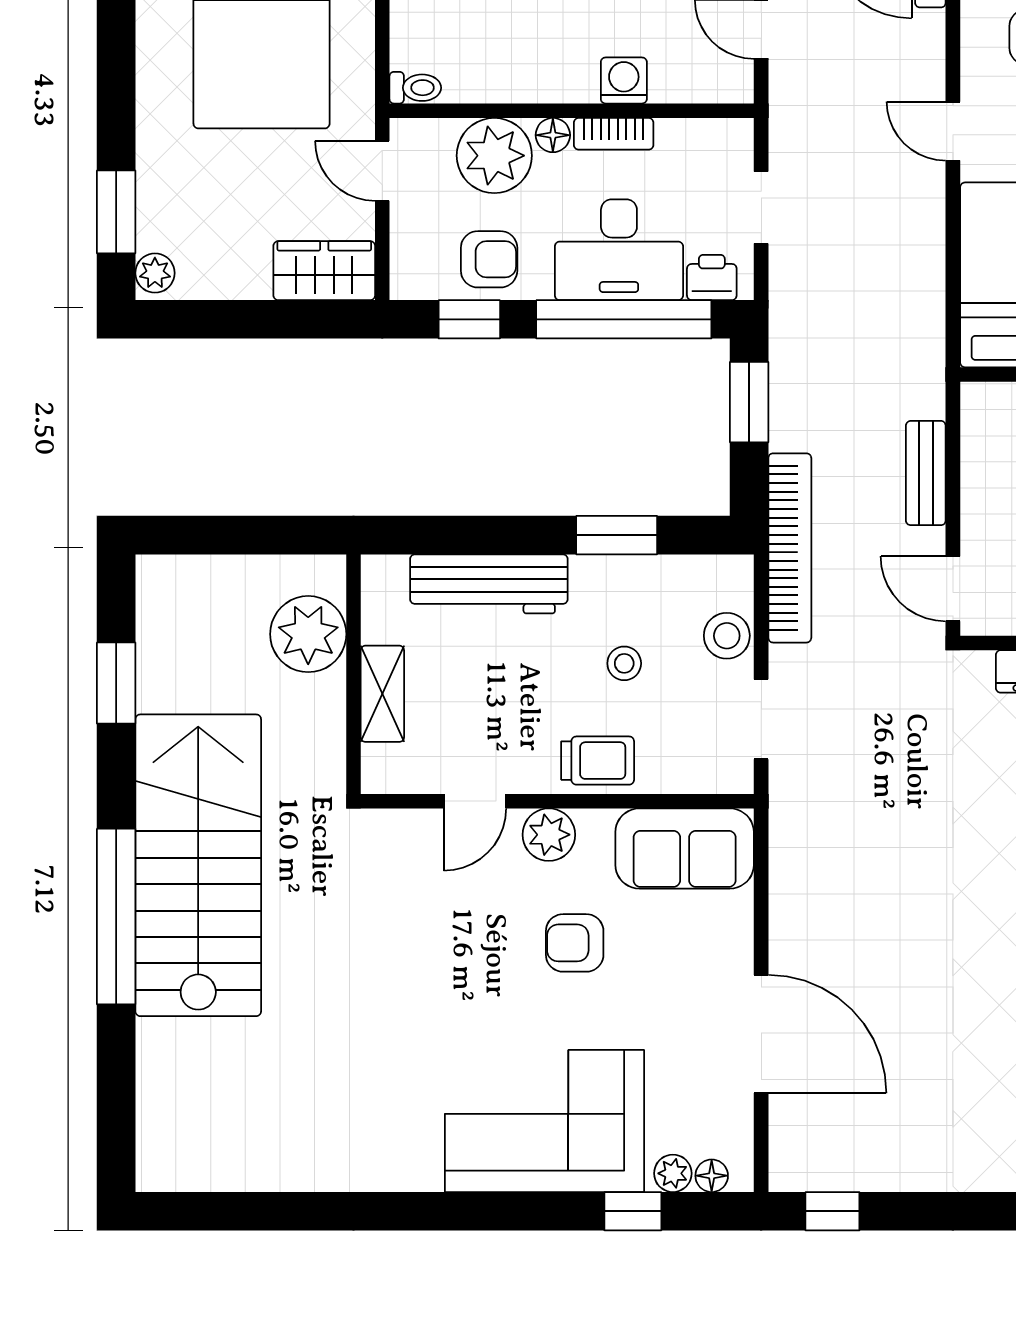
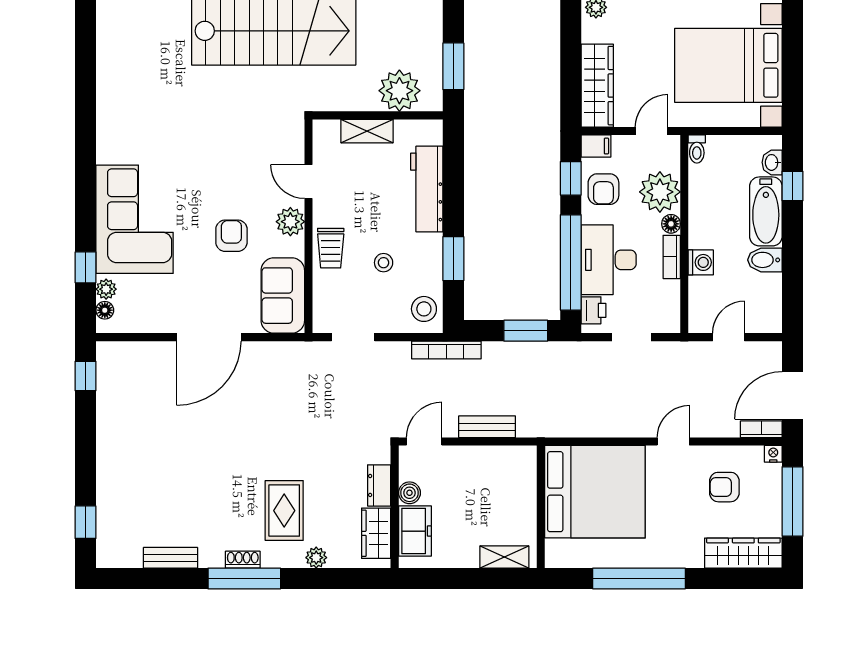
wardrobe: (324, 271) -> (597, 86), width x1.50
filing cabinet: (410, 273) -> (596, 146), added
window: (263, 535) -> (453, 66), added
bookcase: (790, 548) -> (446, 350), width x0.68, depth x0.76
stool: (727, 636) -> (424, 309), moved
door: (761, 1034) -> (209, 337), moved

